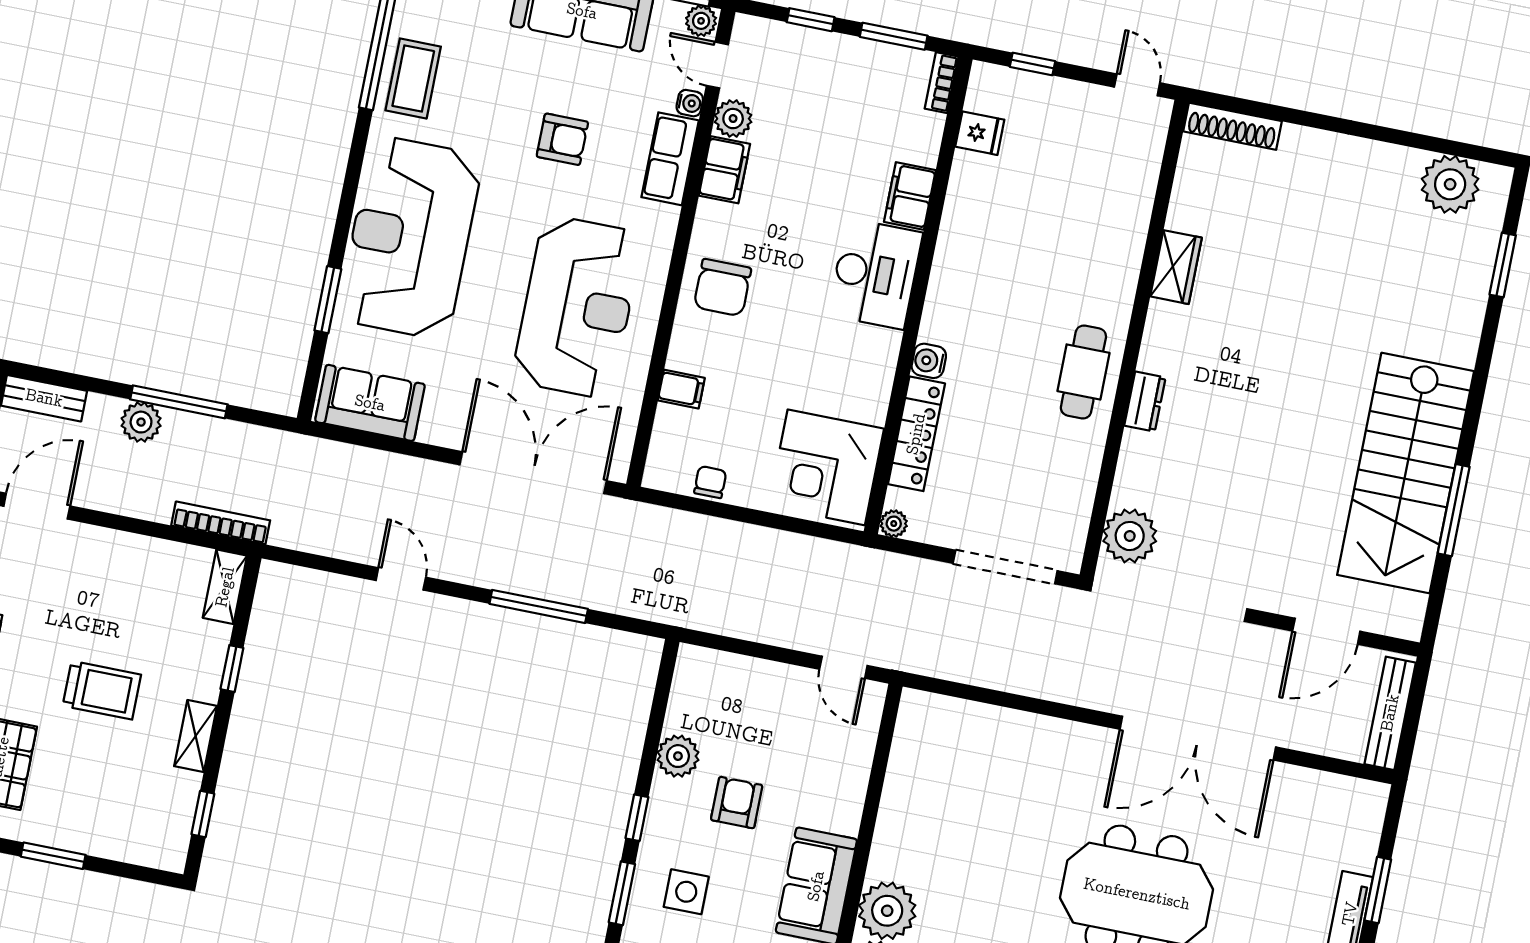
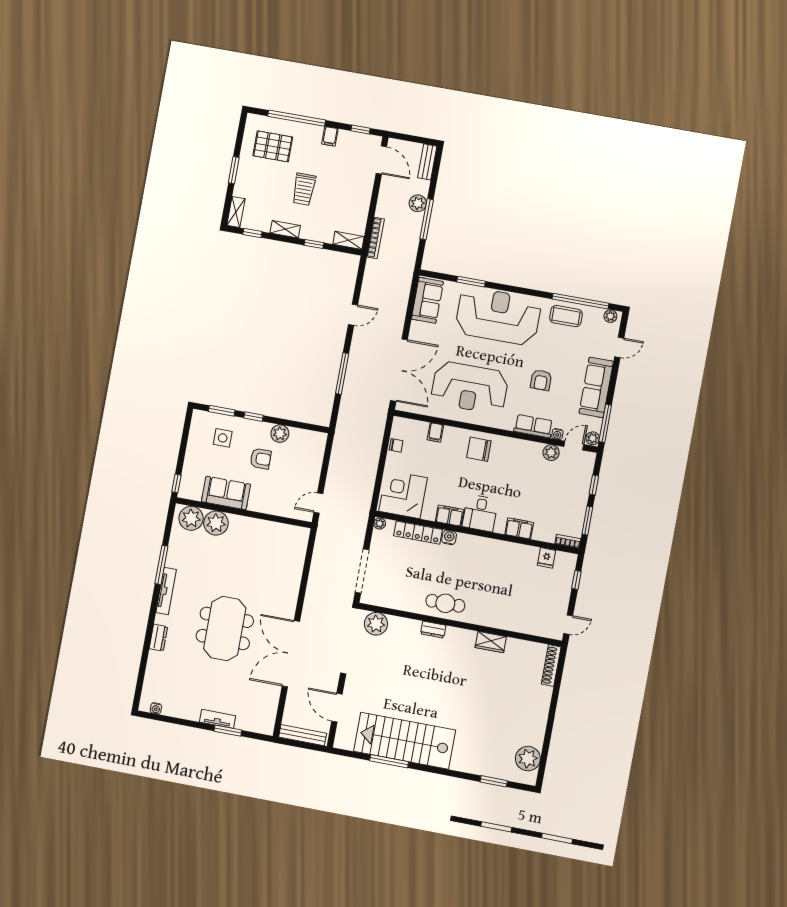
filing cabinet: (724, 170) -> (450, 516), moved, turned 180
desk: (875, 274) -> (480, 513), width x0.73
shelving: (152, 852) -> (236, 212), added

